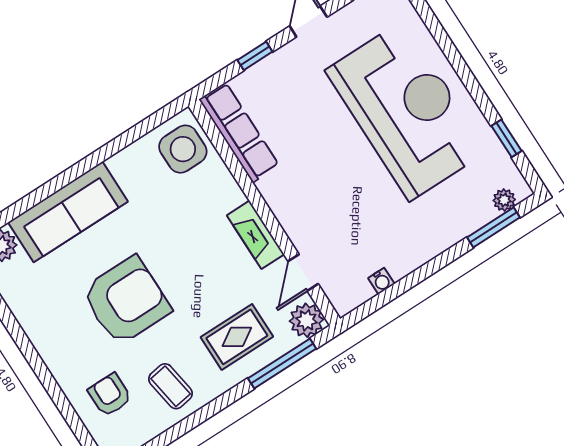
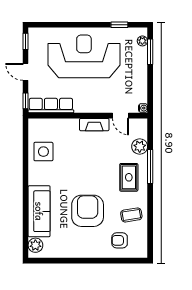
row of seats: (239, 132) -> (51, 106), moved
wall: (264, 212) -> (88, 116), moved
fireplace: (256, 235) -> (94, 125), moved
door: (303, 273) -> (121, 116), moved

